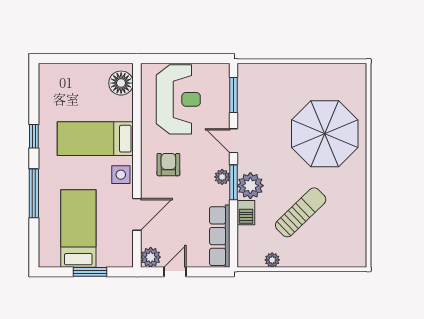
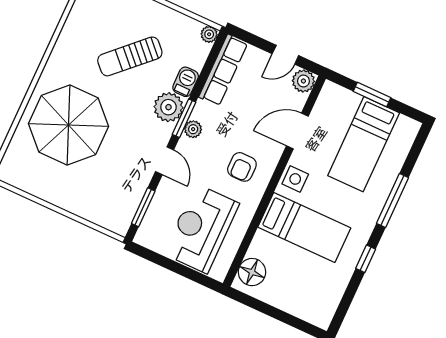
plant: (272, 260) -> (209, 34), moved

